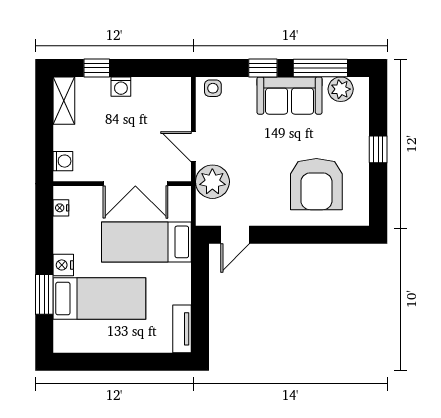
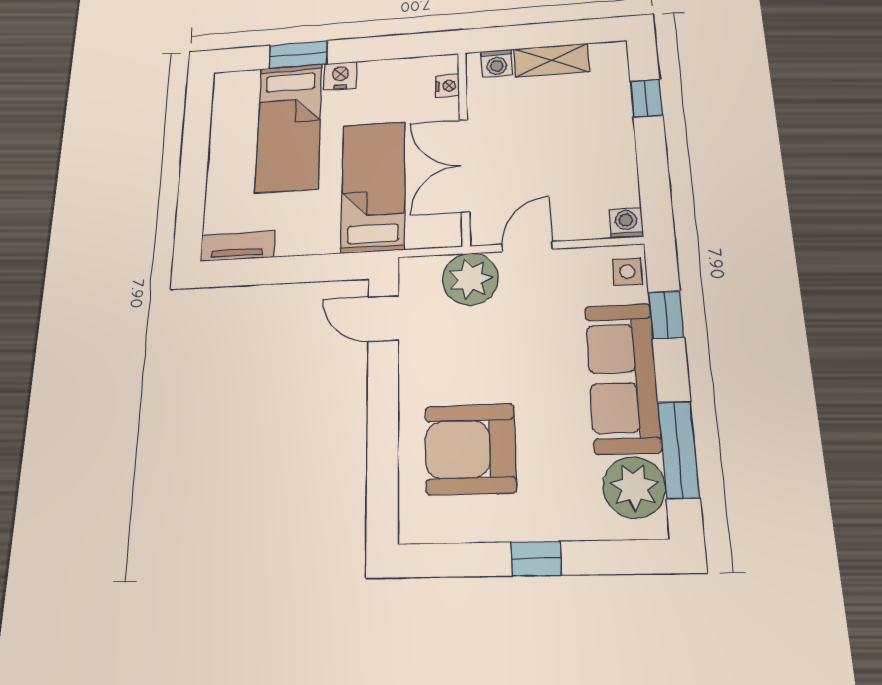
window: (263, 68) -> (666, 315), moved
washing machine: (121, 87) -> (626, 223), moved, turned 90
plant: (341, 89) -> (634, 487), width x1.36, depth x1.36
sofa: (290, 96) -> (623, 378), width x1.36
shelving: (64, 101) -> (551, 60), moved
nightstand: (61, 208) -> (447, 86), moved, turned 90

